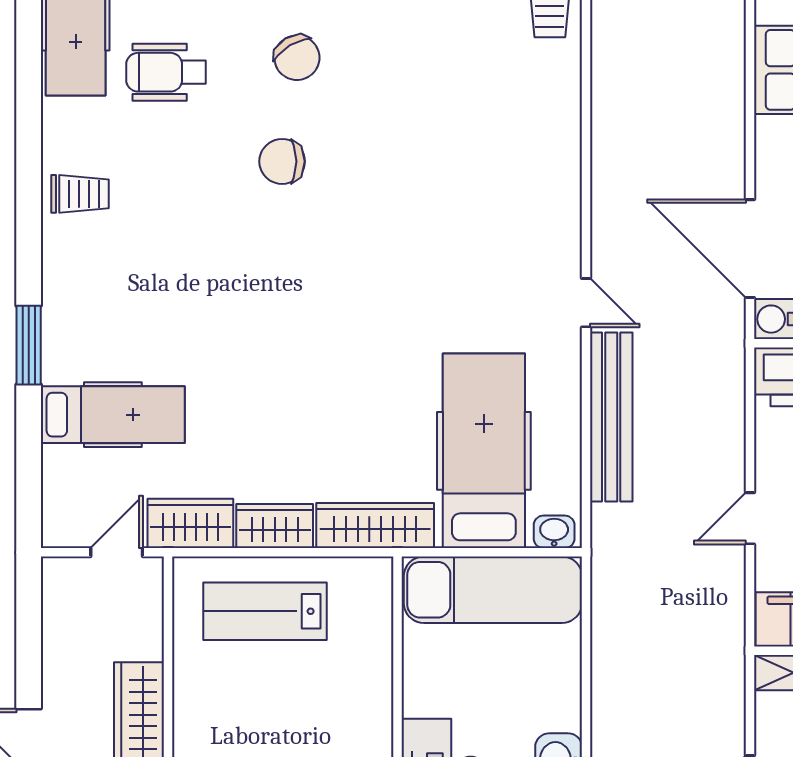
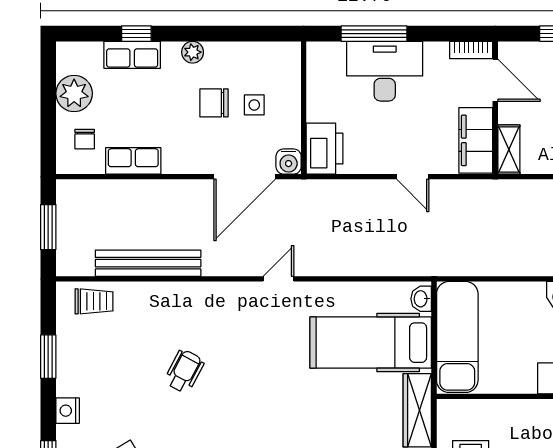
wheelchair: (438, 152) -> (184, 371), added
bench: (611, 417) -> (148, 263), moved

